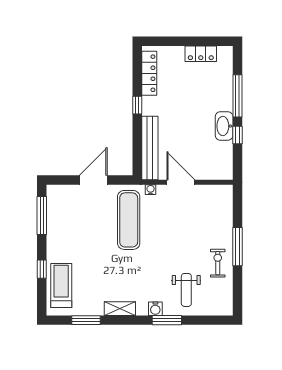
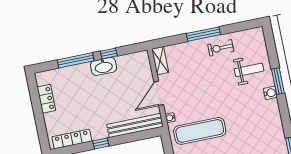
shelving: (120, 309) -> (160, 61), moved

